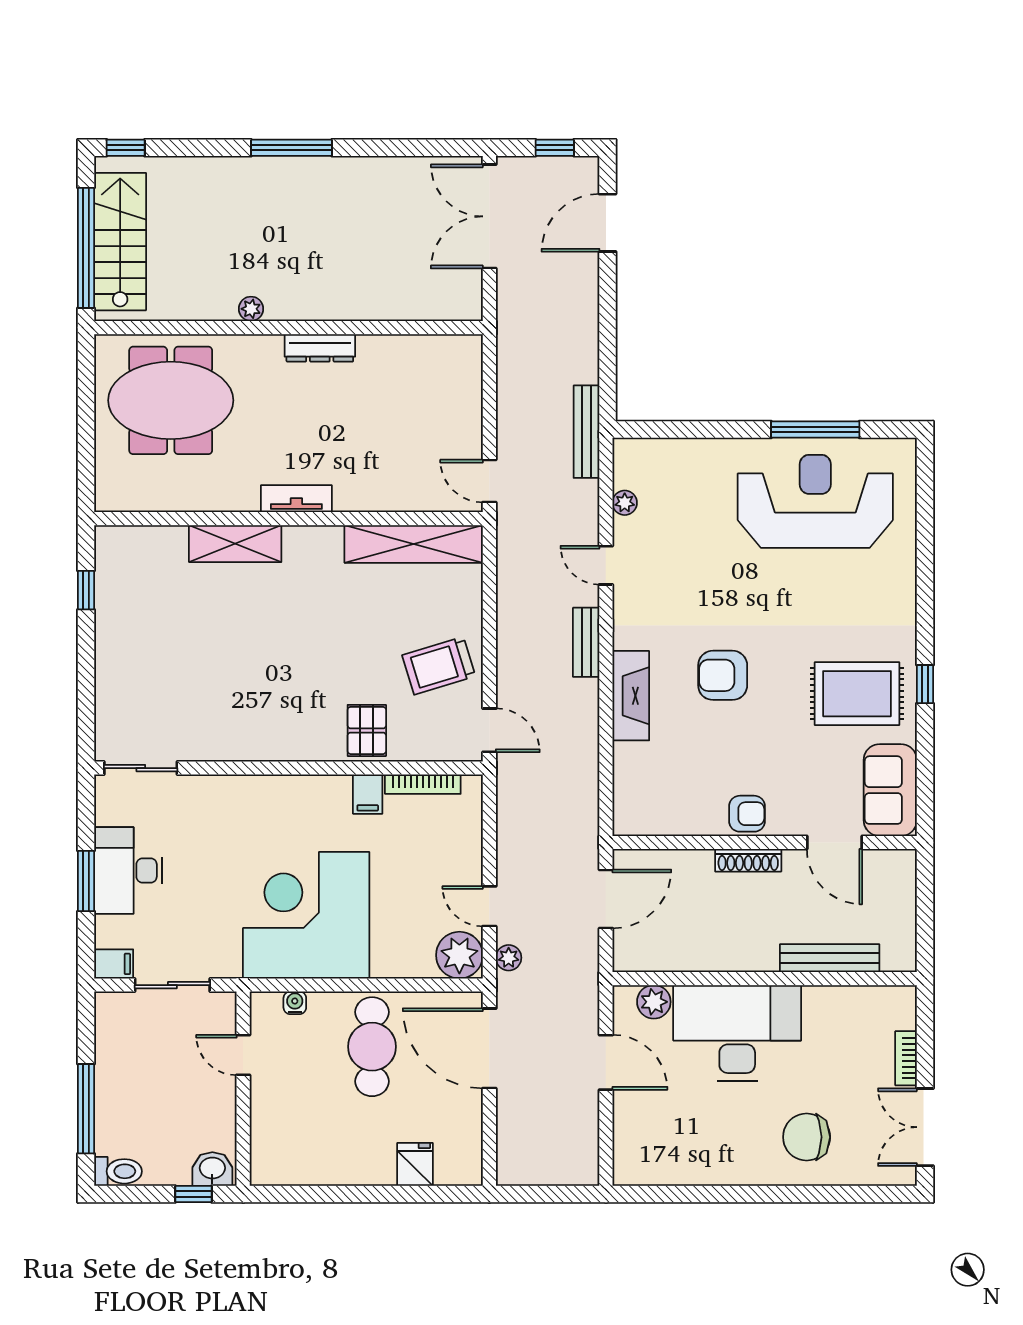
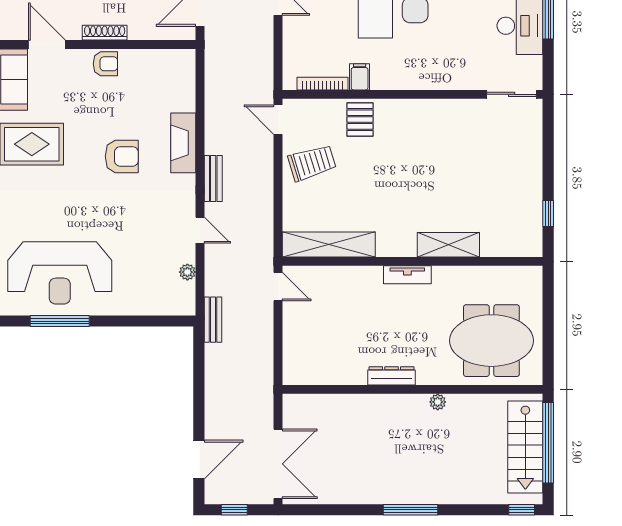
bench: (586, 432) -> (213, 320), width x0.73
armchair: (747, 814) -> (105, 64), turned 180

